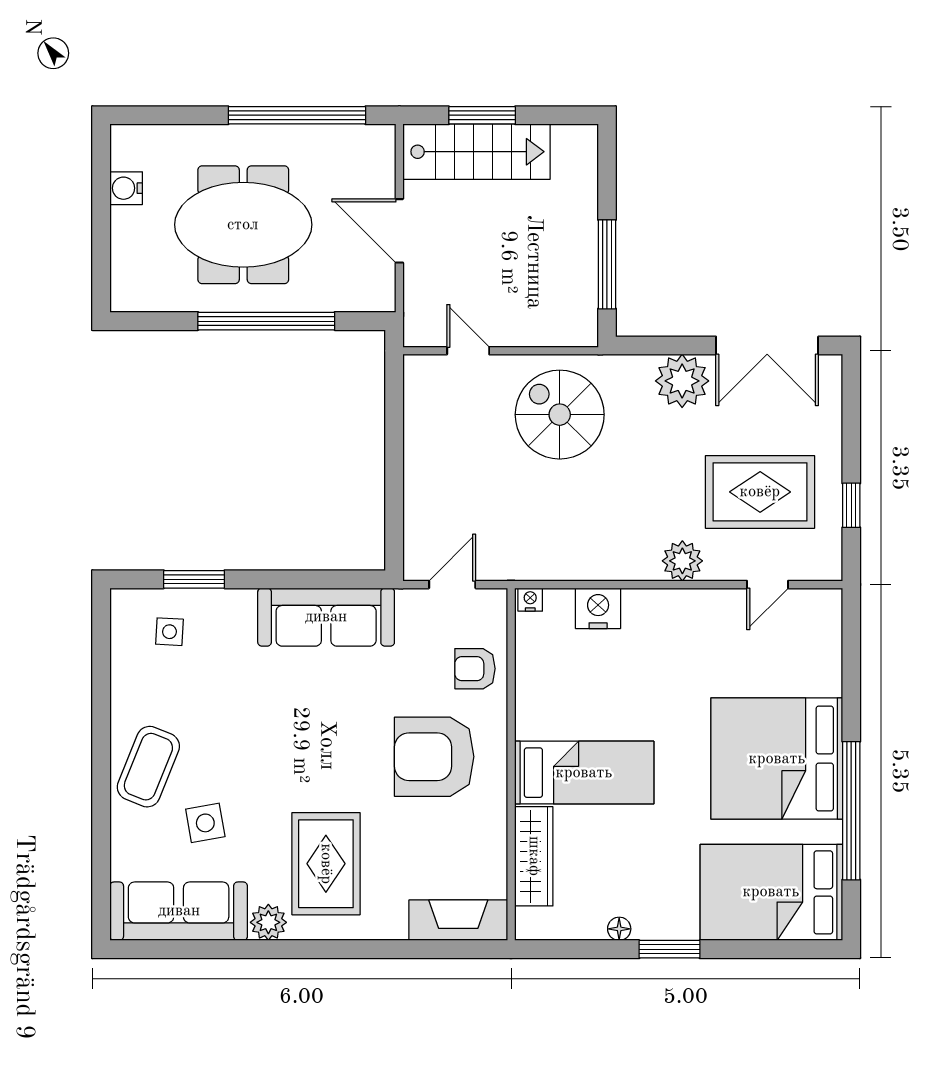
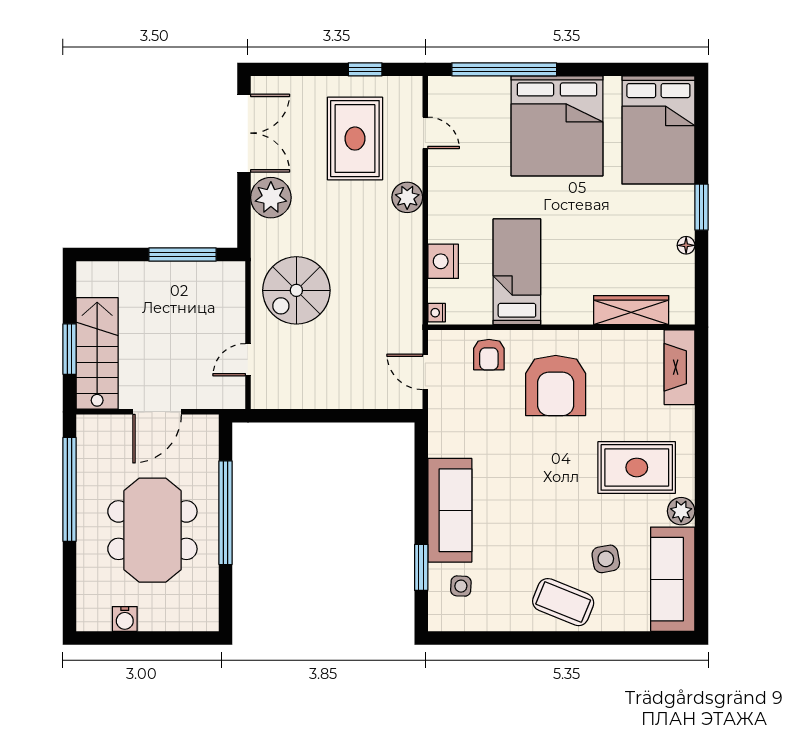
sofa: (326, 617) -> (450, 510), moved
bed: (584, 773) -> (517, 272), moved
window: (851, 811) -> (504, 69), moved

